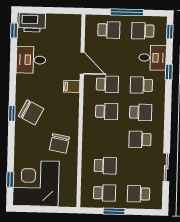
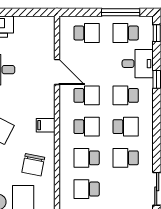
window: (127, 12) -> (121, 12), moved
filing cabinet: (72, 86) -> (46, 125), moved
school desk: (106, 139) -> (87, 158), added
school desk: (105, 166) -> (87, 189), turned 180

